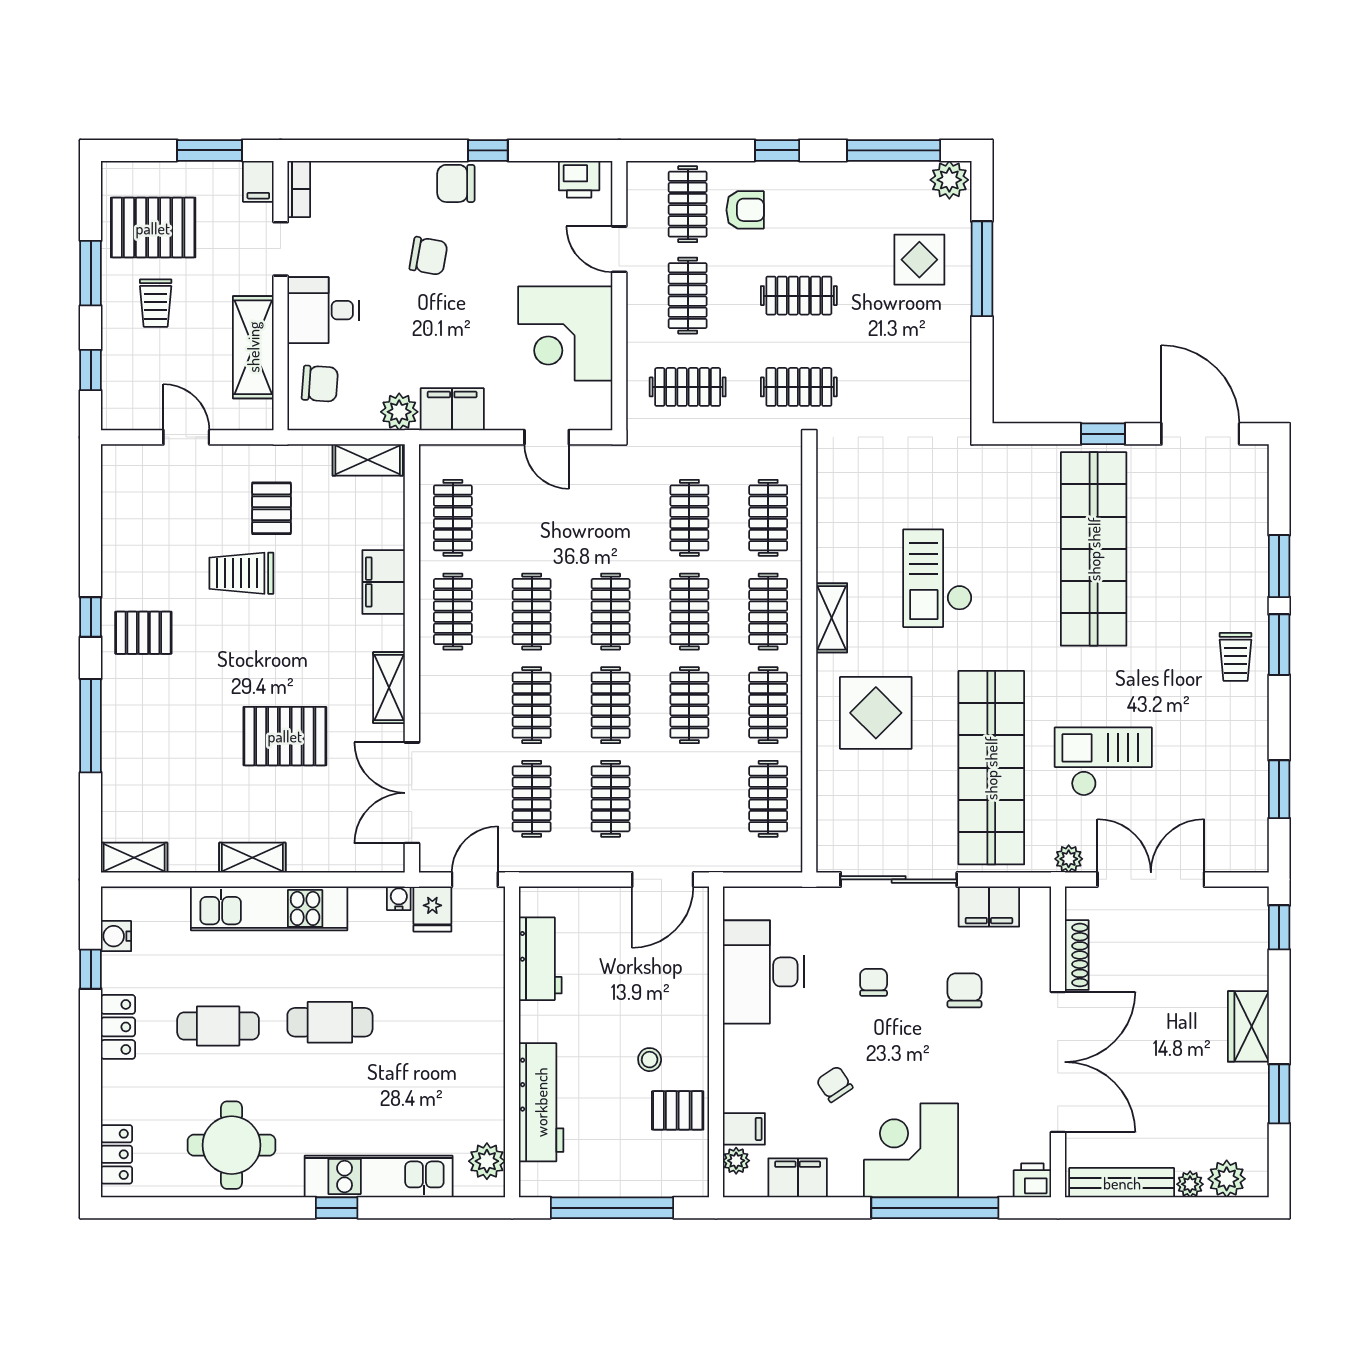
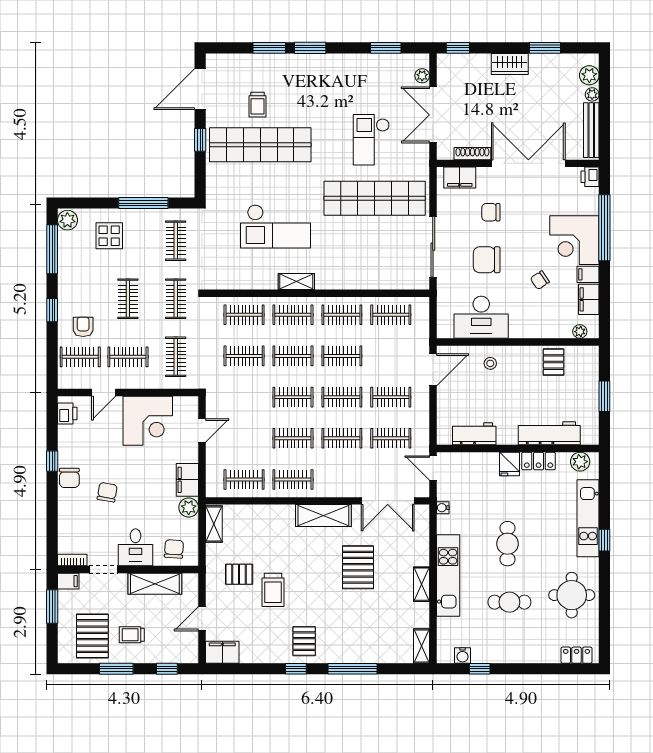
window: (982, 269) -> (143, 203), moved
trolley: (156, 303) -> (132, 635), turned 180
clothes rail: (910, 387) -> (176, 241), added
checkout: (938, 578) -> (276, 226), width x1.36, depth x1.21
filing cabinet: (384, 582) -> (222, 652), moved, turned 180
trolley: (1235, 657) -> (258, 105), moved, turned 90
shelving: (389, 688) -> (323, 516), width x1.50, depth x1.33
display table: (876, 713) -> (346, 259), removed
plant: (1069, 859) -> (422, 76), moved
door: (663, 879) -> (433, 370), hinge flipped
filing cabinet: (989, 907) -> (460, 178), moved, turned 90
fridge: (432, 909) -> (510, 464), moved, turned 90
chair: (874, 982) -> (487, 260), width x1.87, depth x1.87
cafe table: (218, 1026) -> (509, 602), turned 90
locker: (118, 1027) -> (539, 461), moved, turned 180
stool: (650, 1060) -> (490, 363), moved
filing cabinet: (744, 1129) -> (588, 274), moved, turned -90
window: (612, 1208) -> (604, 396), width x0.47

